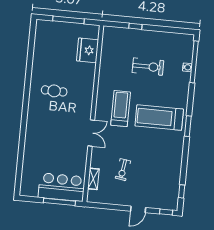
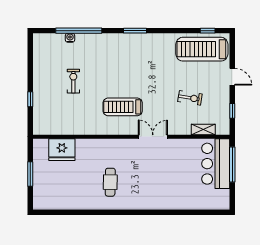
window: (68, 20) -> (30, 174), width x0.69
window: (194, 62) -> (79, 31), moved
exercise bike: (148, 67) -> (73, 81), width x0.73, depth x0.72
treadmill: (159, 118) -> (202, 49), moved, turned 90
window: (166, 212) -> (232, 111), moved

